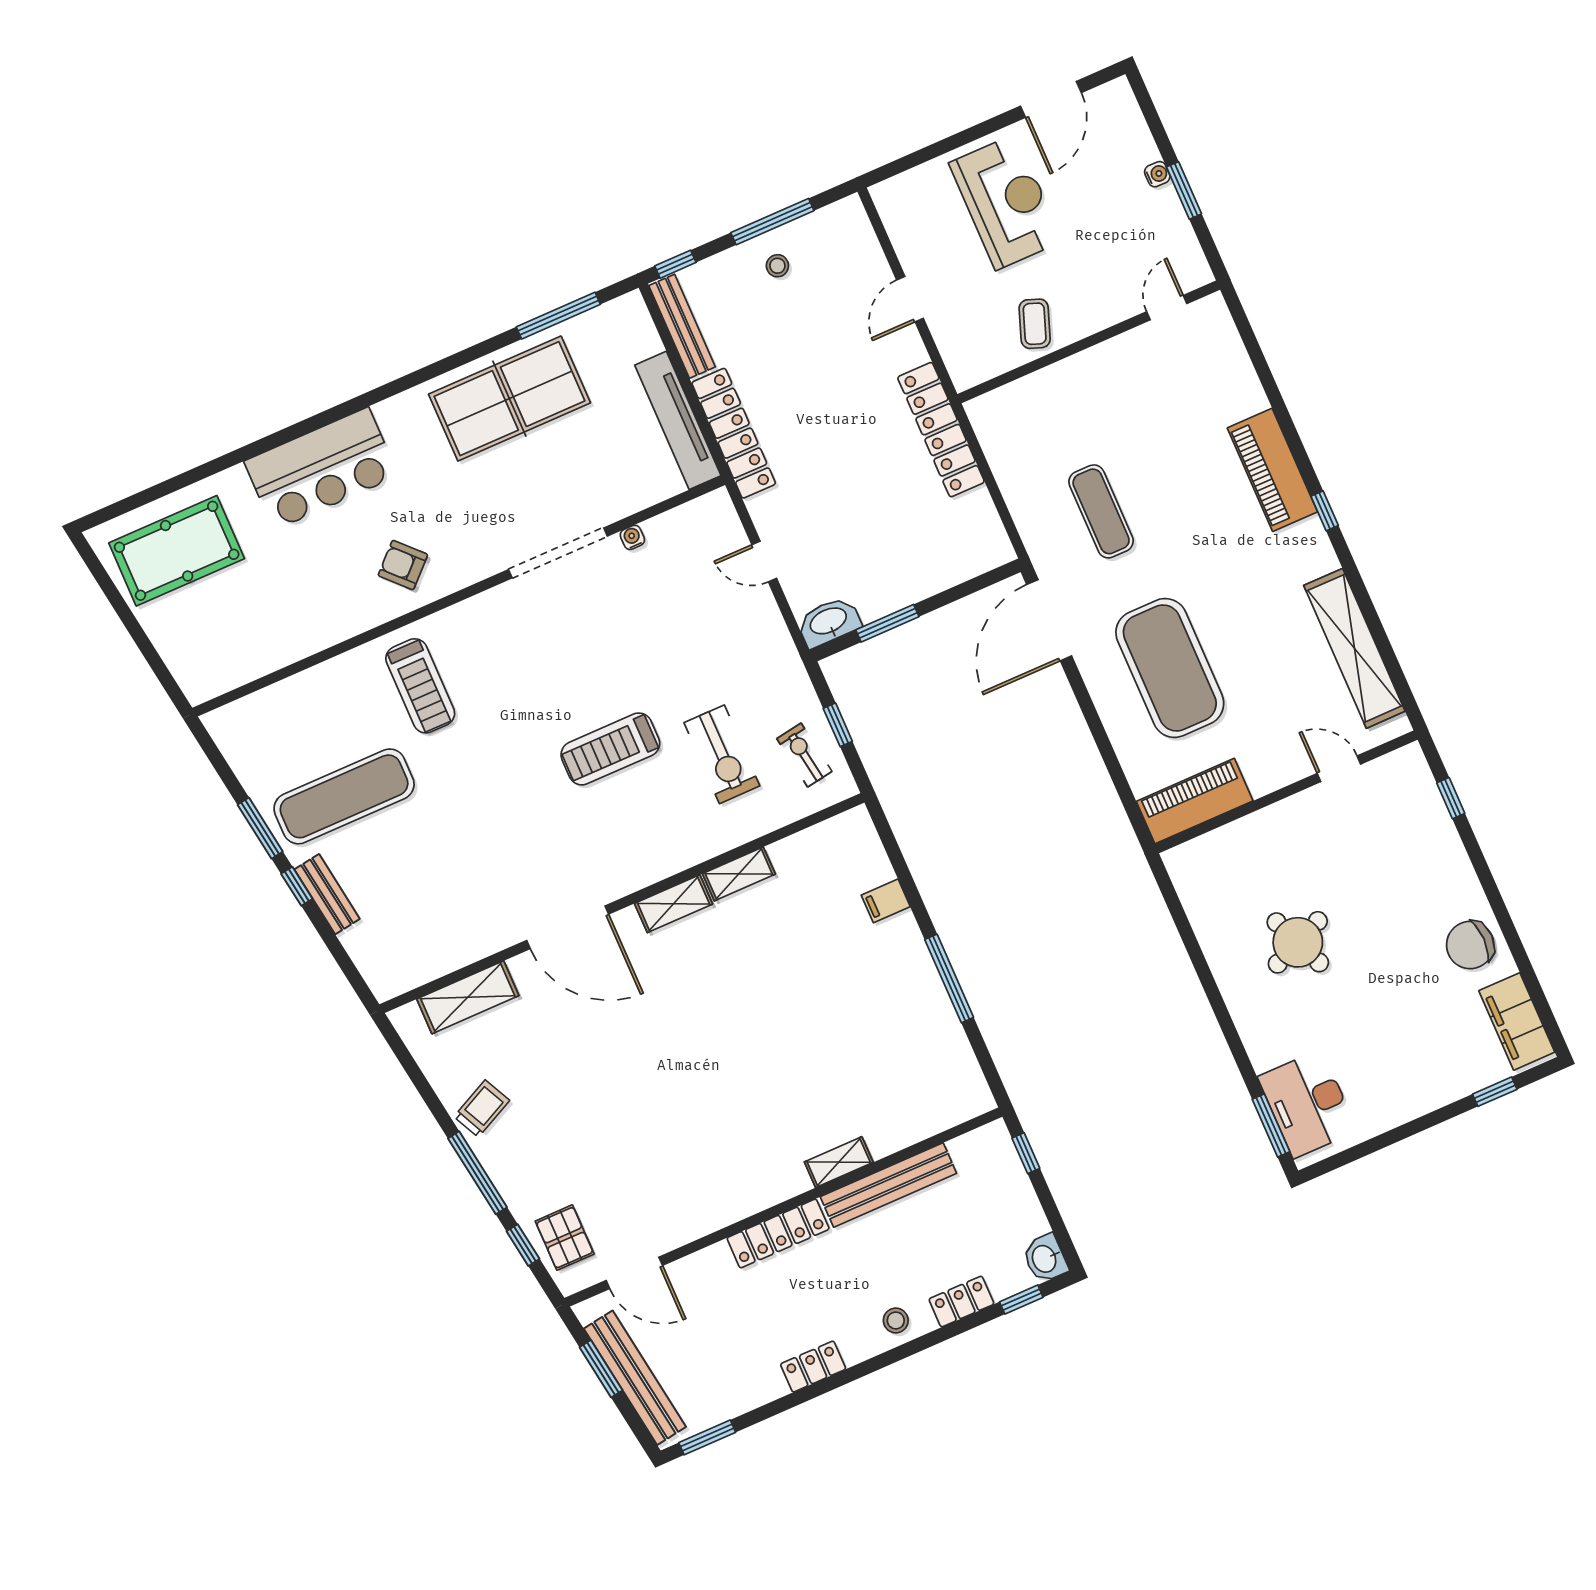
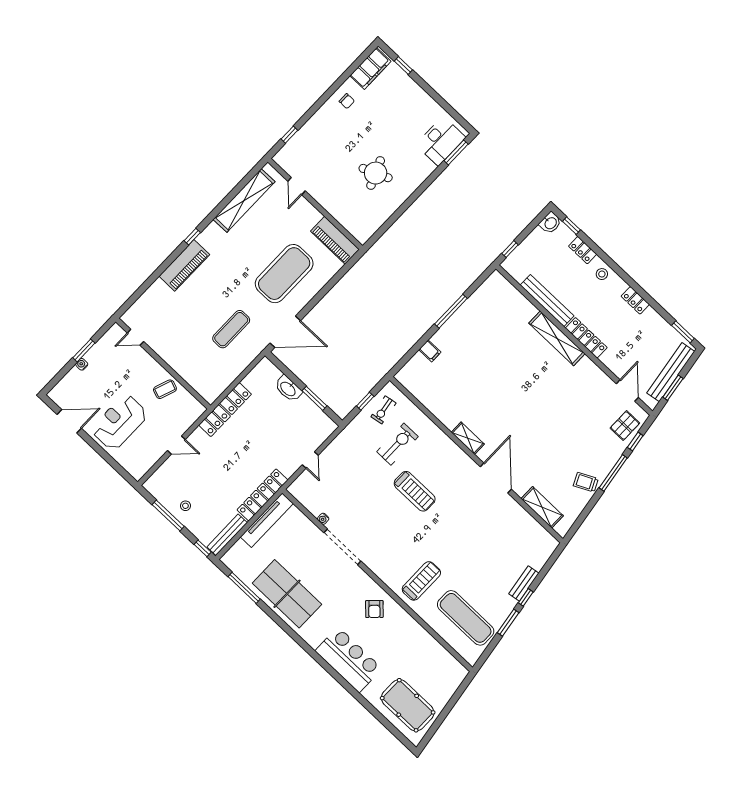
washbasin: (829, 622) -> (288, 389), moved
exercise mat: (344, 796) -> (466, 618), moved
shelving: (739, 874) -> (444, 416), removed
chair: (1470, 945) -> (347, 101), width x0.54, depth x0.54
shelving: (839, 1162) -> (557, 338), width x2.20, depth x1.33

